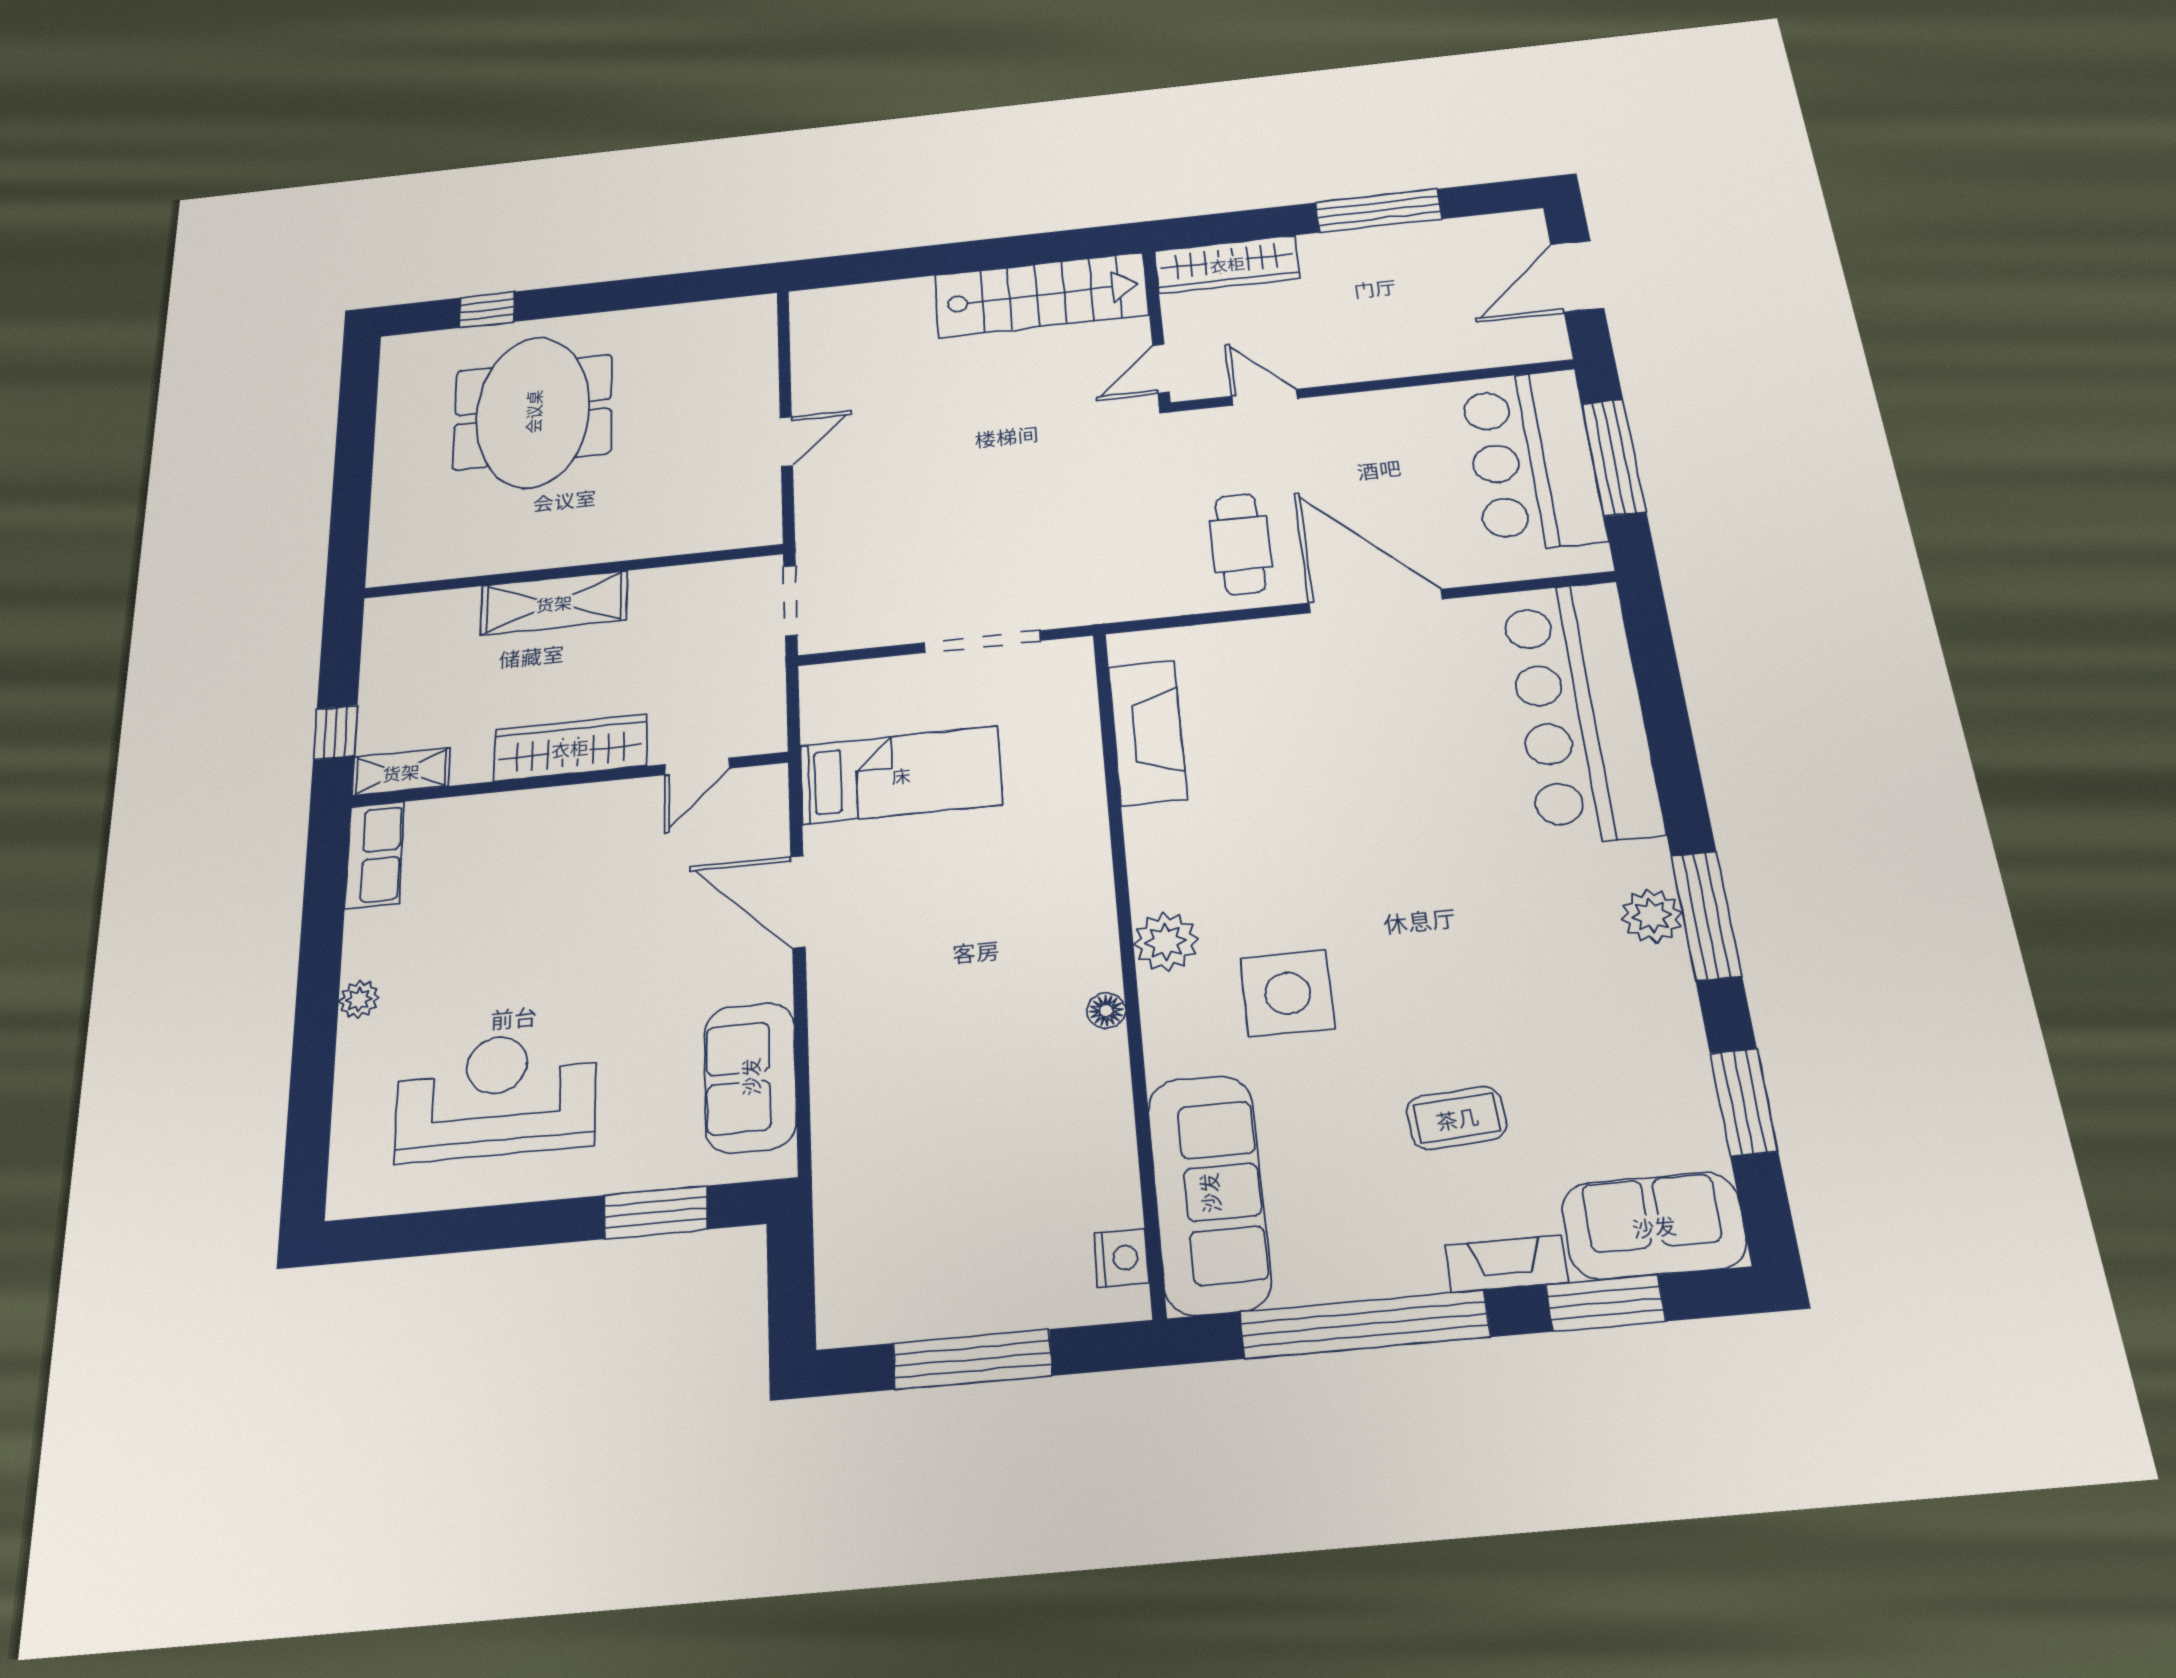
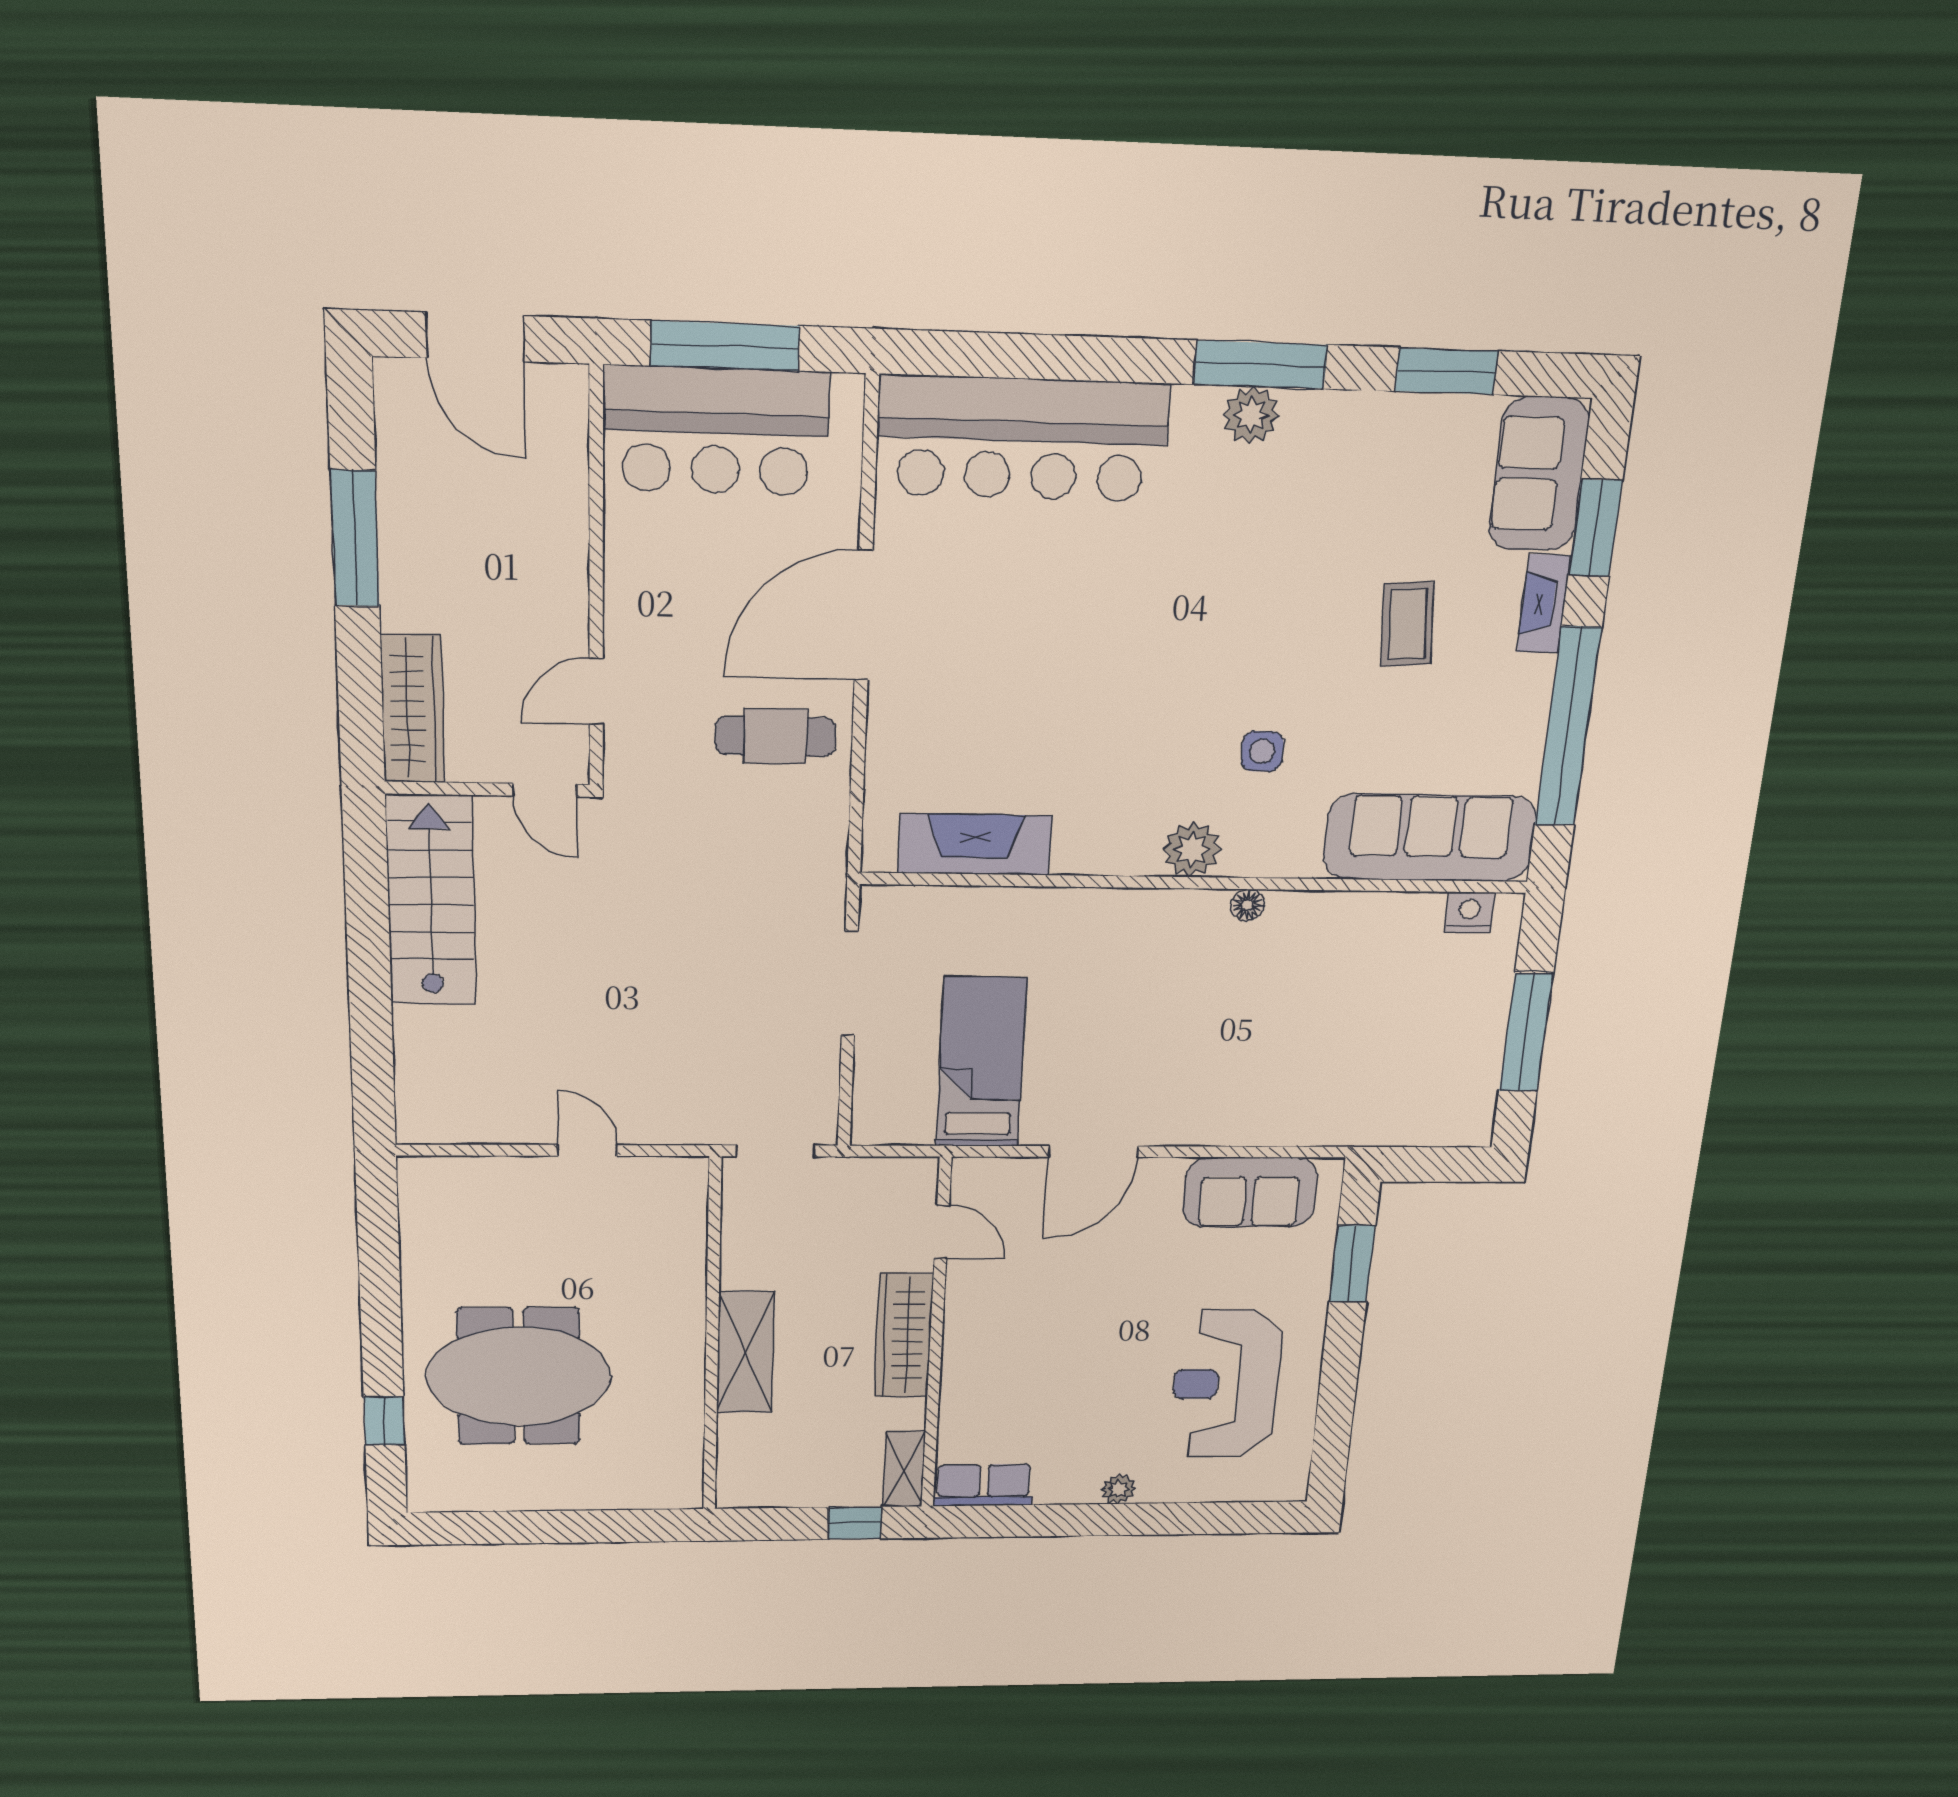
side table: (1288, 993) -> (1262, 751), width x0.54, depth x0.54

